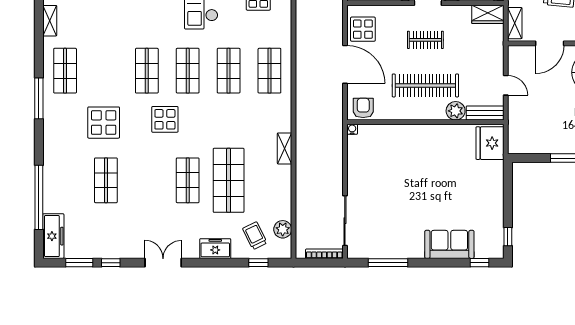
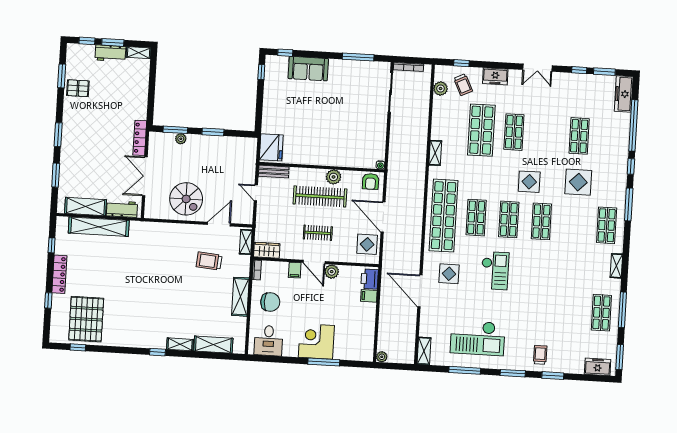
shop shelf: (269, 71) -> (444, 216), width x2.00, depth x1.36
plant: (456, 111) -> (334, 177), moved
window: (39, 146) -> (631, 166), added

